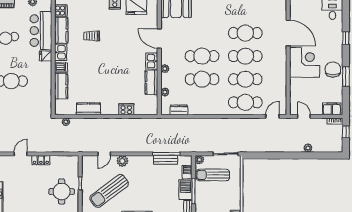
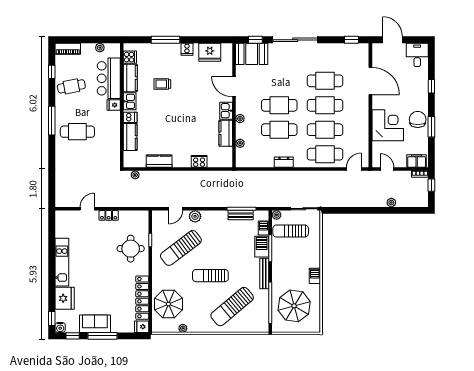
corner desk: (305, 62) -> (388, 125), moved
dresser: (179, 110) -> (284, 162), moved

